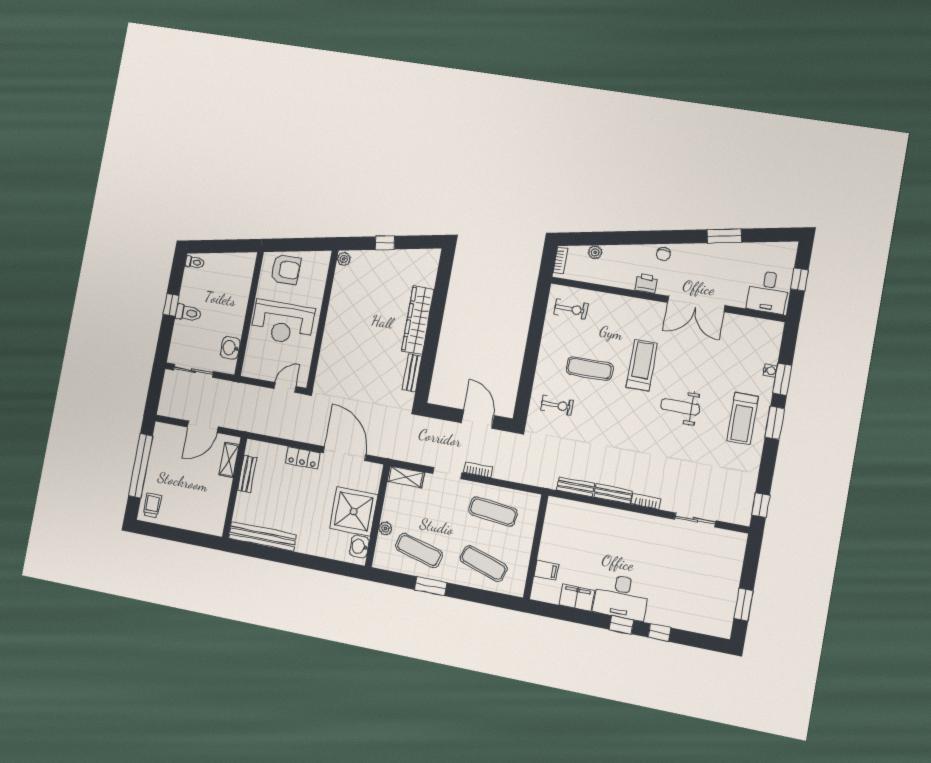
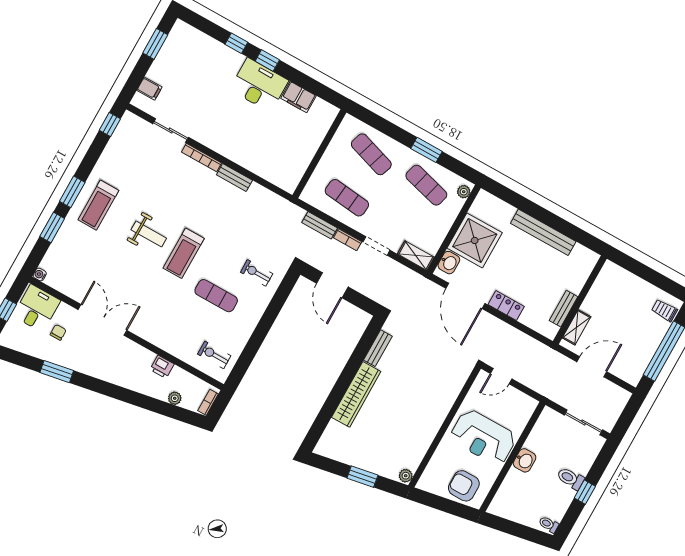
window: (385, 243) -> (362, 477), width x1.50
chair: (663, 254) -> (58, 332), moved
printer: (646, 283) -> (162, 367), moved
reception desk: (283, 322) -> (483, 437), turned 180
washbasin: (230, 348) -> (525, 460), moved
treadmill: (642, 365) -> (184, 253), moved
water cooler: (770, 371) -> (40, 275), moved
treadmill: (743, 419) -> (98, 205), turned 180
bench: (576, 487) -> (320, 225), moved
bookcase: (646, 501) -> (201, 157), width x1.56
trolley: (152, 505) -> (665, 310), turned 90
plant: (385, 528) -> (464, 192), moved
bench: (262, 536) -> (543, 232), moved
washbasin: (359, 547) -> (449, 263), moved
filing cabinet: (546, 570) -> (149, 89), moved, turned 180

